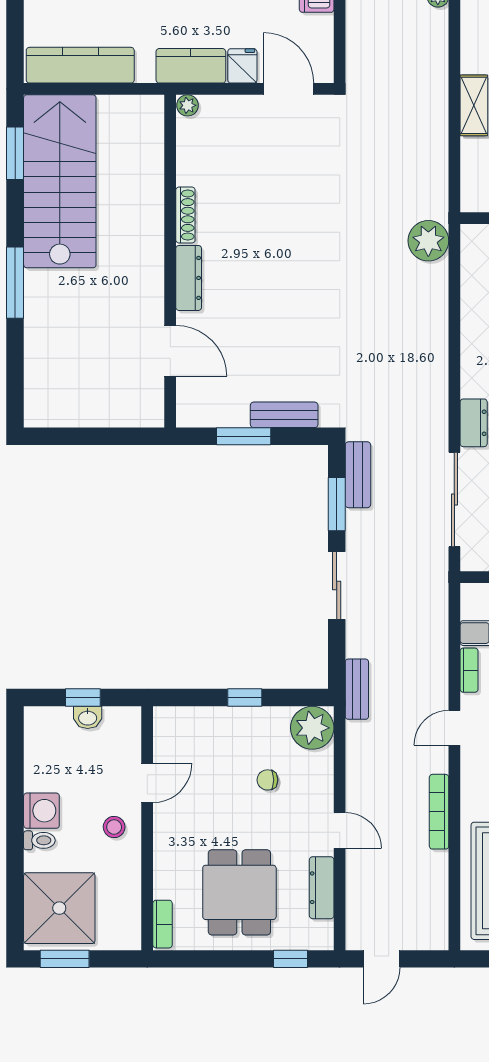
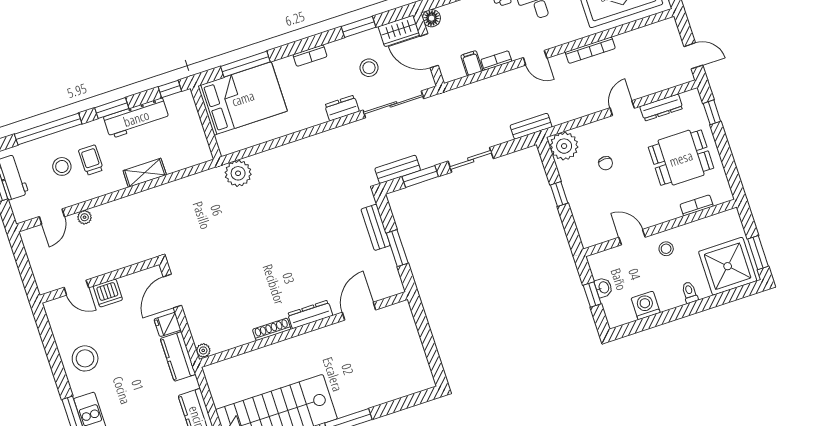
washing machine: (41, 811) -> (646, 305), moved
bookcase: (163, 924) -> (697, 205), moved

